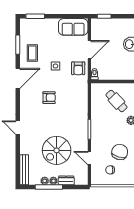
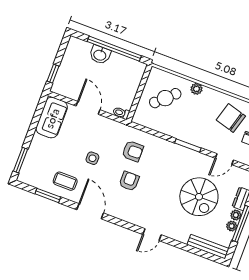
armchair: (78, 68) -> (133, 151), moved

